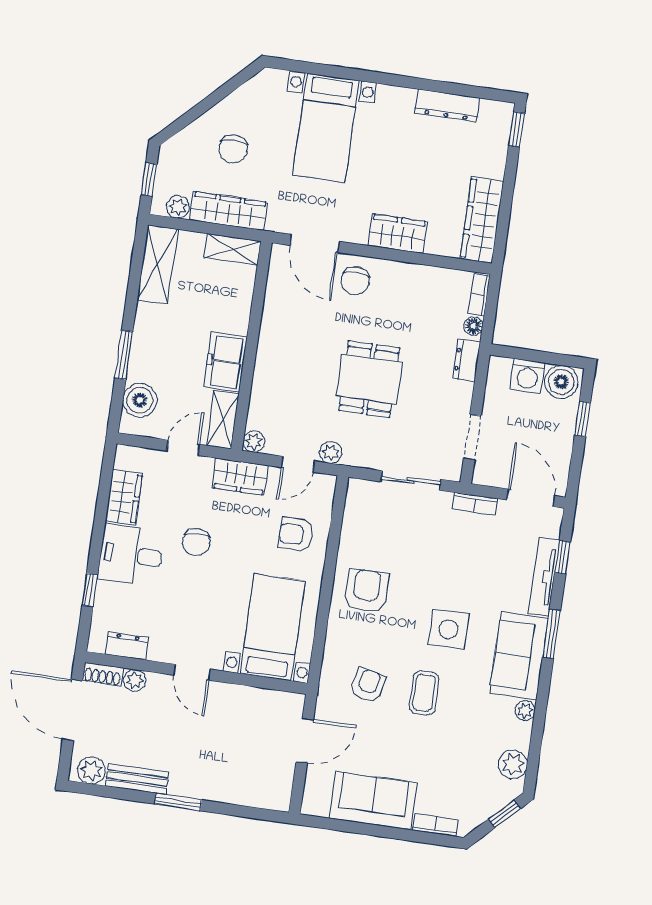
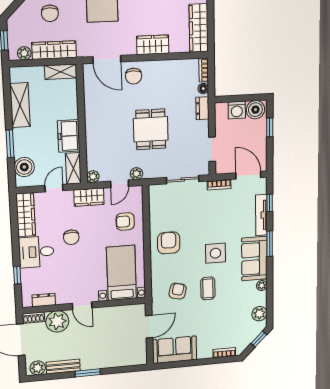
shelving: (158, 265) -> (20, 105), moved
wardrobe: (124, 497) -> (26, 215), width x1.50
plant: (135, 680) -> (57, 321), width x1.87, depth x1.87
sofa: (373, 801) -> (175, 350), moved

